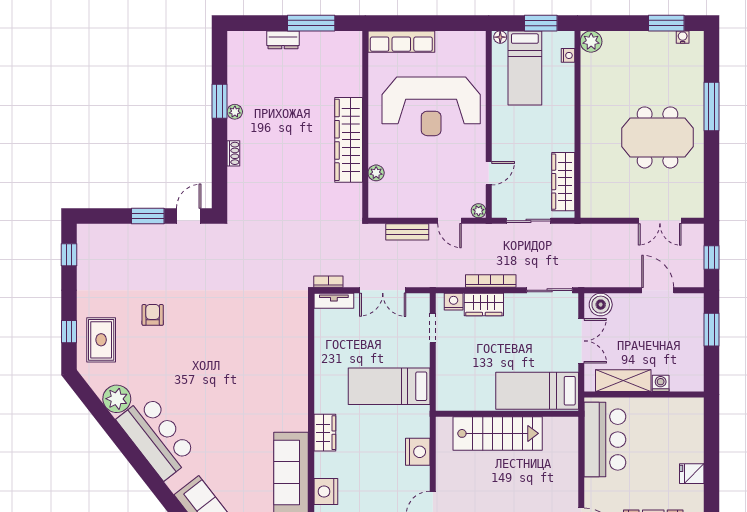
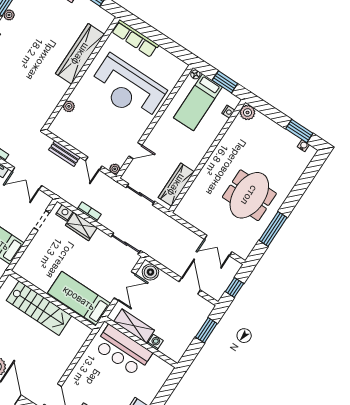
window: (712, 107) -> (273, 229), moved
meeting table: (657, 137) -> (249, 195), turned 90
wardrobe: (349, 140) -> (80, 54), moved
bookcase: (491, 281) -> (89, 212), width x0.64
bar counter: (605, 440) -> (123, 350), moved, turned 90

